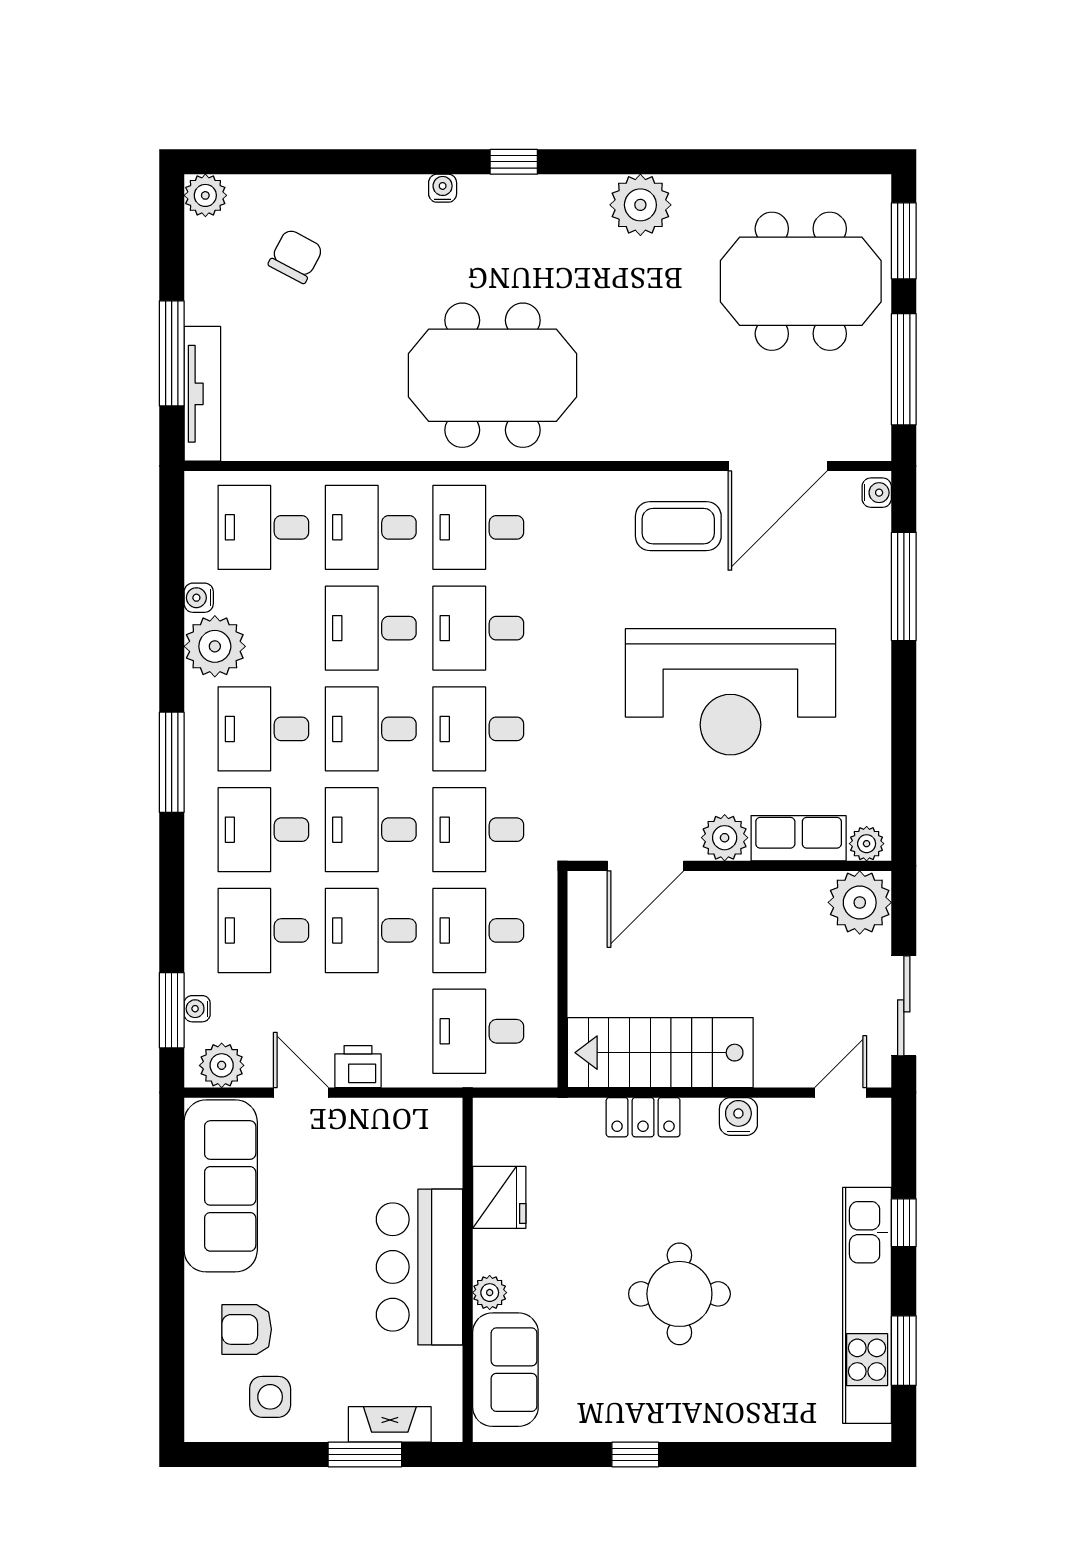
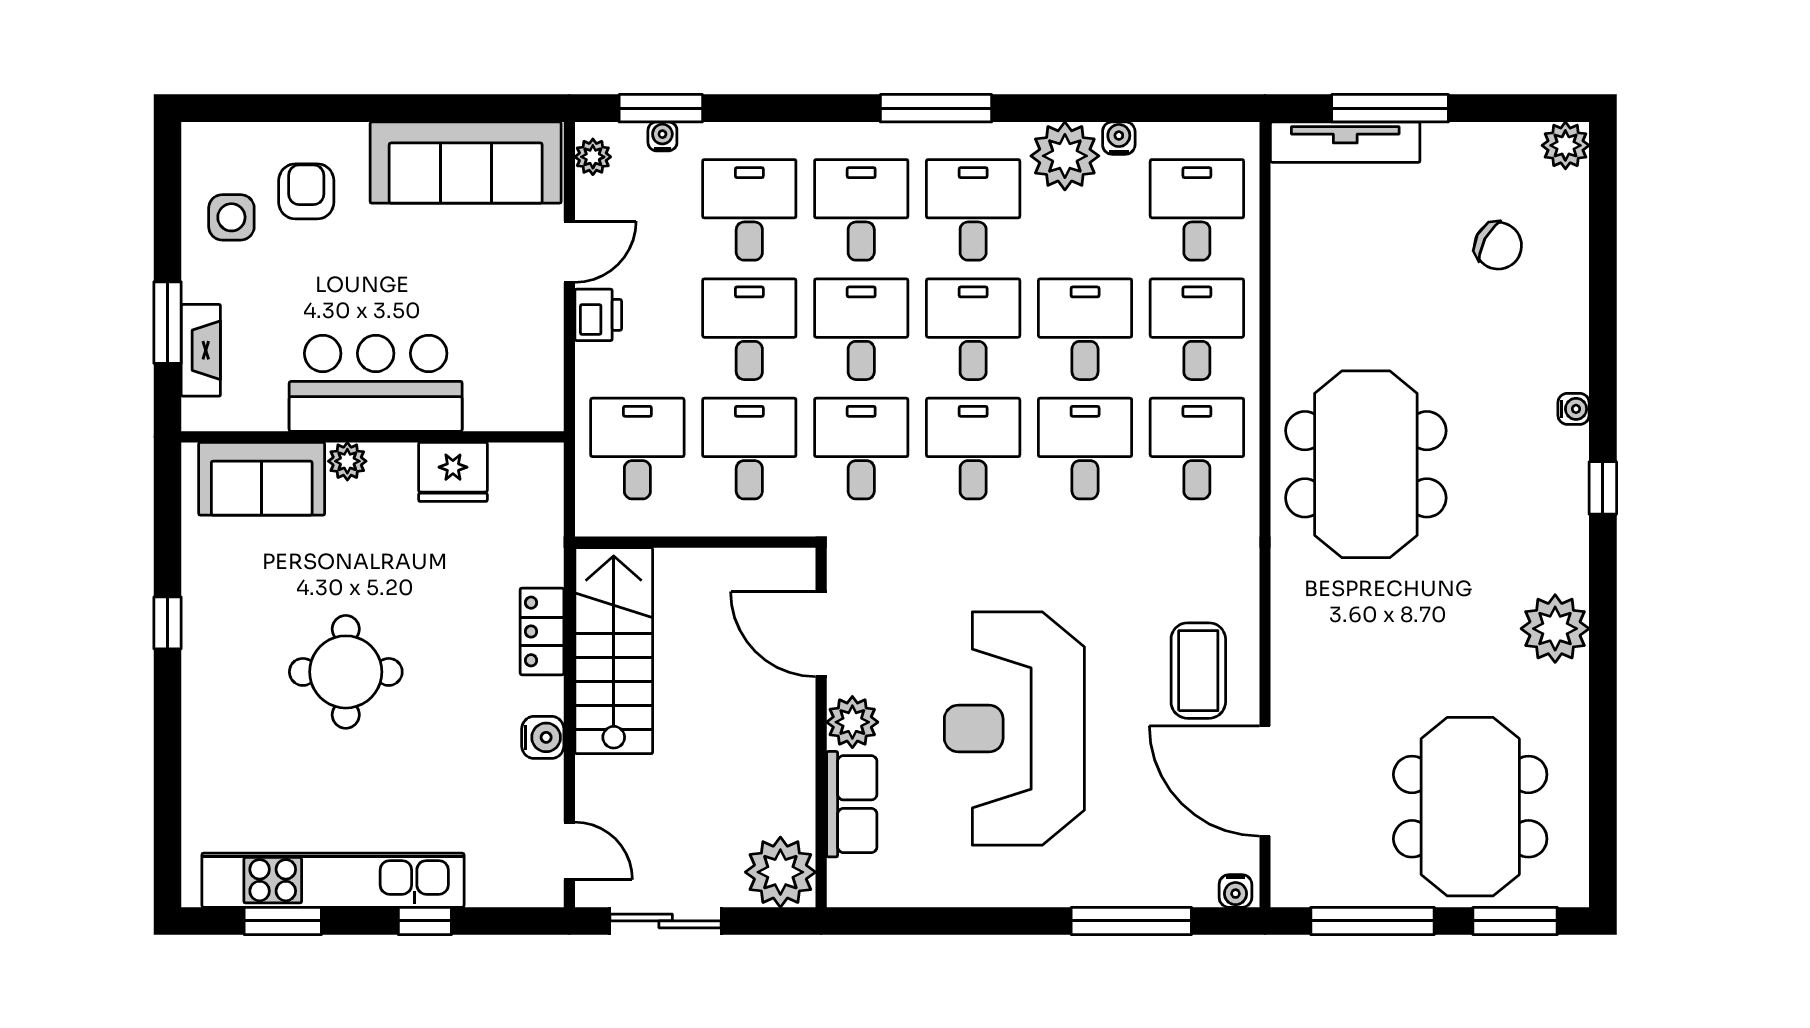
plant: (867, 844) -> (846, 880), removed
plant: (222, 1065) -> (593, 157), width x0.73, depth x0.73

